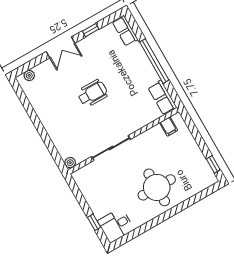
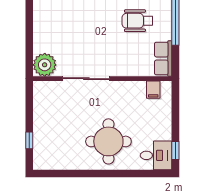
wheelchair: (92, 93) -> (137, 21), moved, turned 180
plant: (70, 163) -> (45, 65), width x1.87, depth x1.87
desk: (116, 225) -> (156, 155), moved, turned 180

